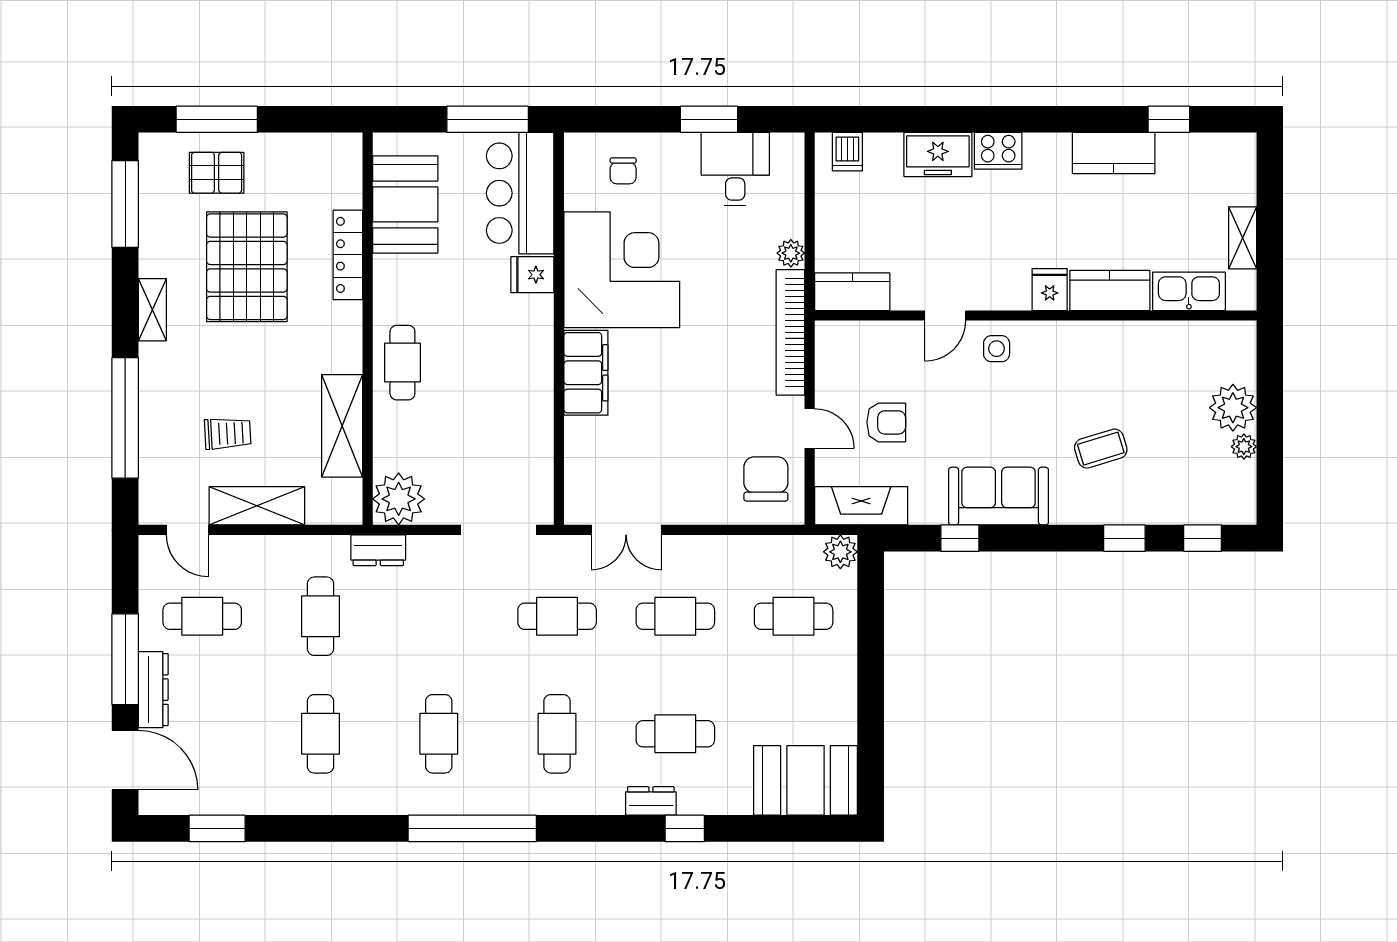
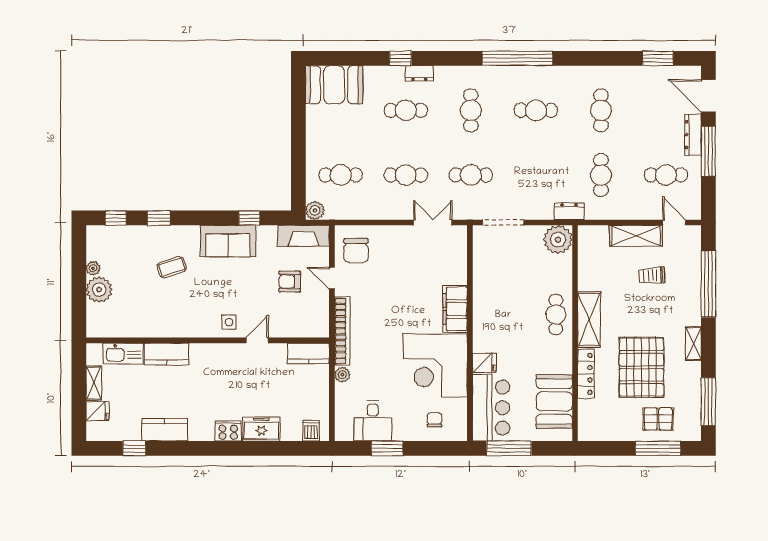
fridge: (1050, 290) -> (98, 411), moved, turned -90
shelving: (342, 426) -> (589, 319), moved
cafe table: (439, 734) -> (536, 110), turned 90

